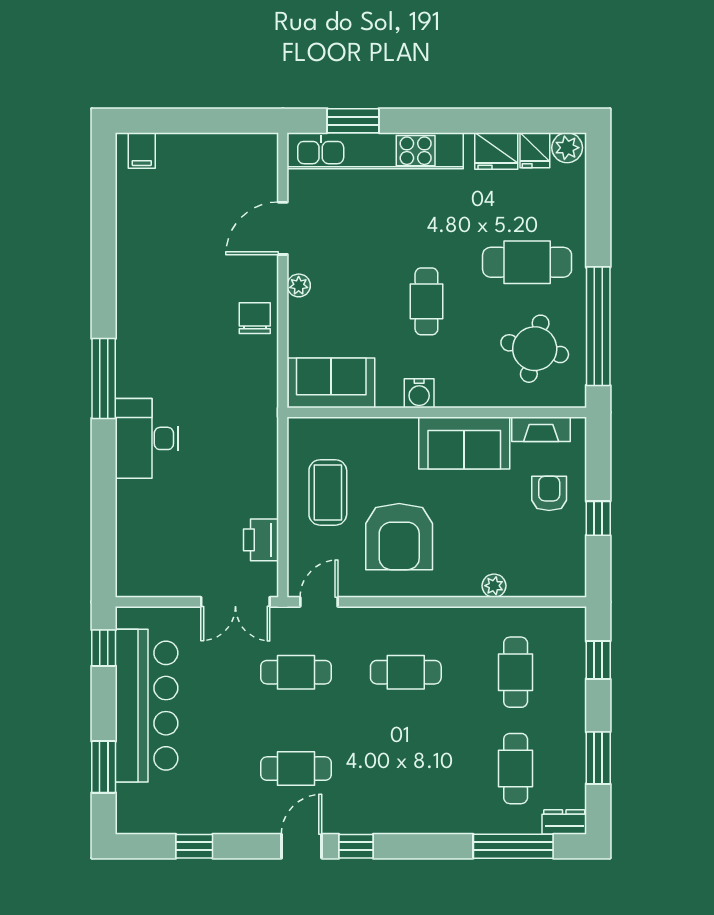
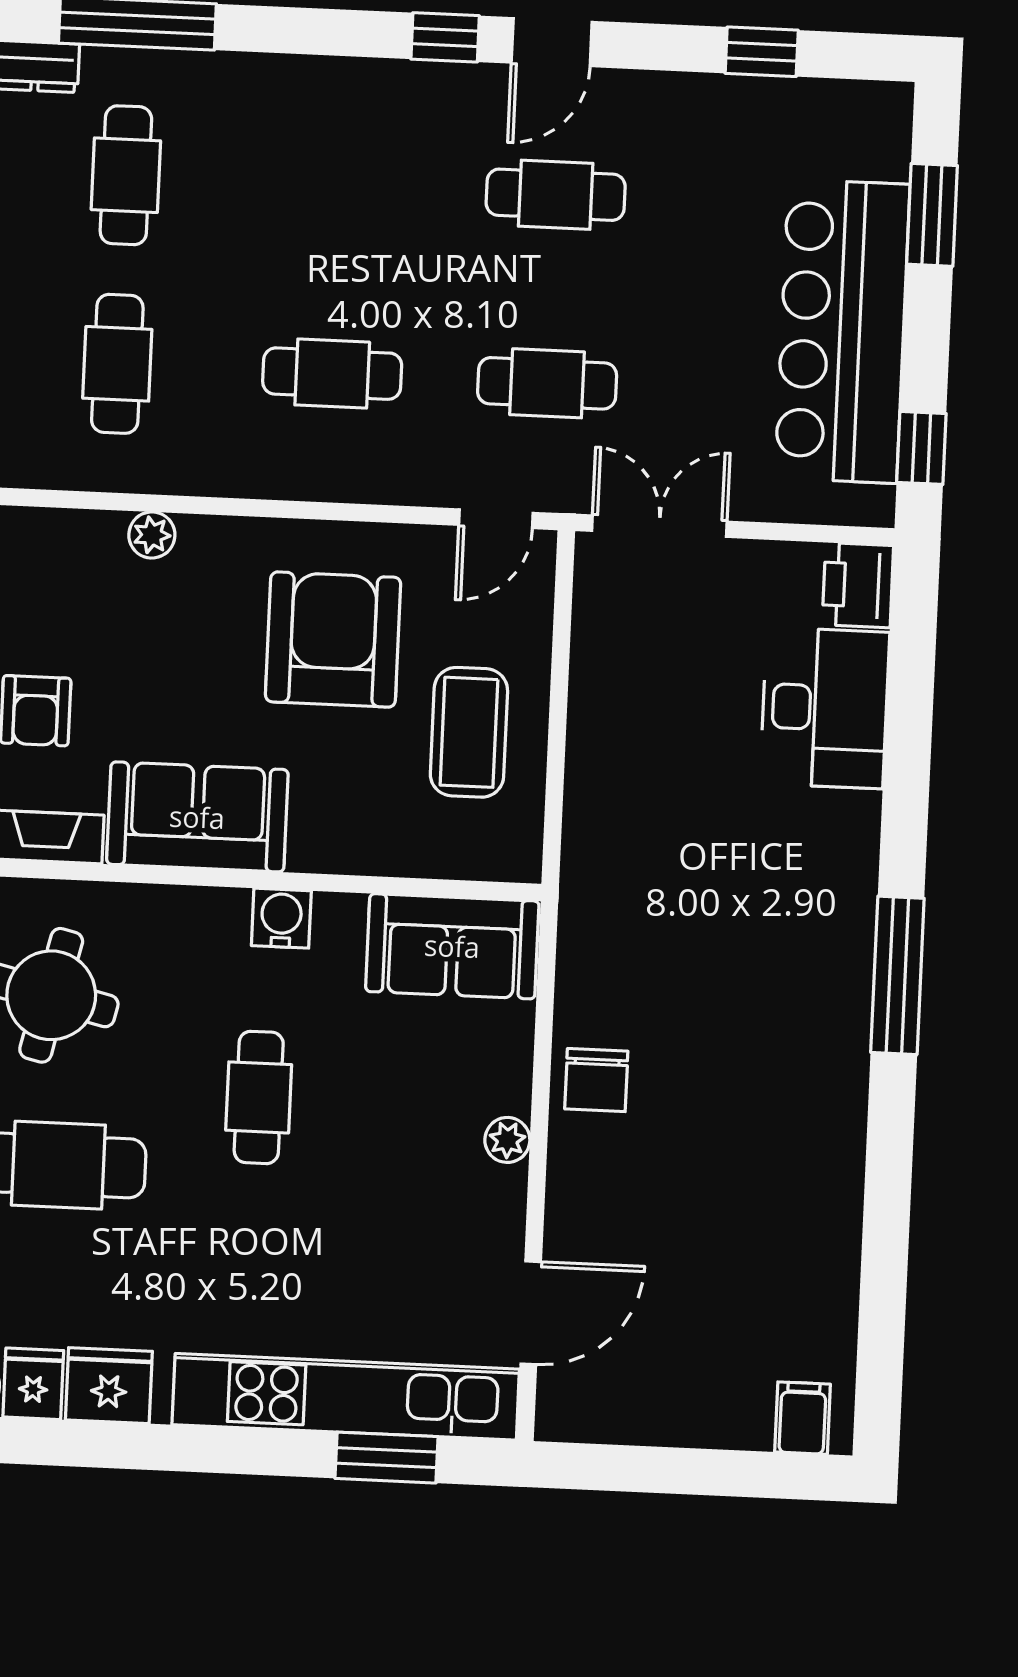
door: (283, 228) -> (531, 1313), moved
desk: (147, 438) -> (825, 708), moved
printer: (261, 540) -> (858, 585), moved, turned 180

